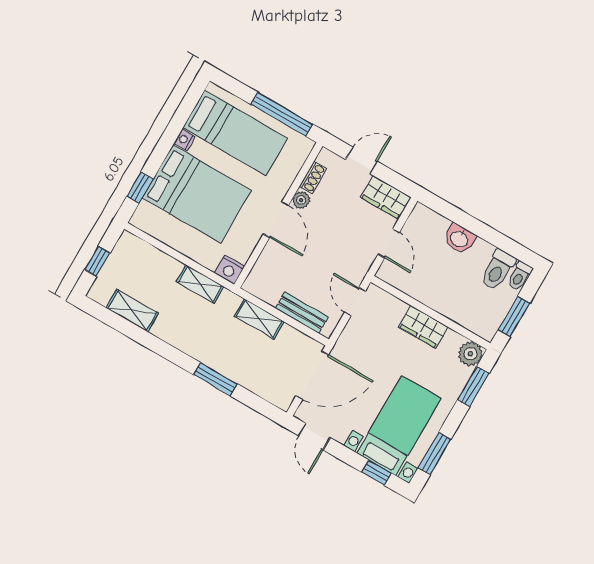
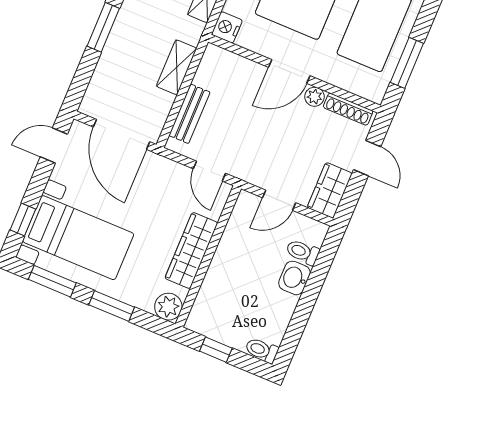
window: (282, 114) -> (407, 63), width x0.69
shoe rack: (313, 177) -> (348, 109), width x1.43
toilet: (498, 270) -> (303, 252), moved, width x0.73, depth x0.72
door: (355, 302) -> (209, 171), swing flipped
window: (514, 317) -> (216, 350), width x0.67
wardrobe: (423, 327) -> (191, 251), width x1.50
window: (473, 387) -> (112, 306), moved

